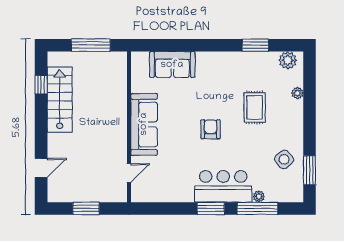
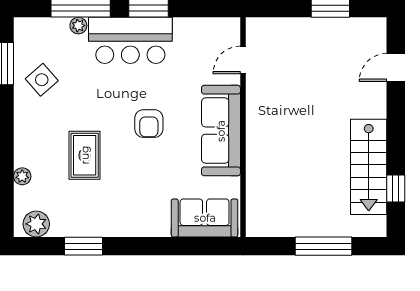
sofa: (144, 124) -> (221, 131), moved
wall: (129, 127) -> (243, 127), moved
door: (129, 173) -> (243, 60), moved

